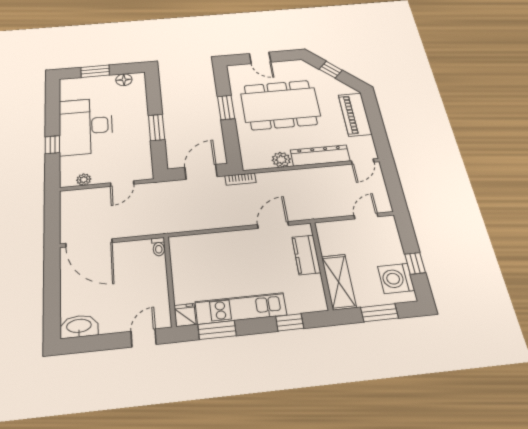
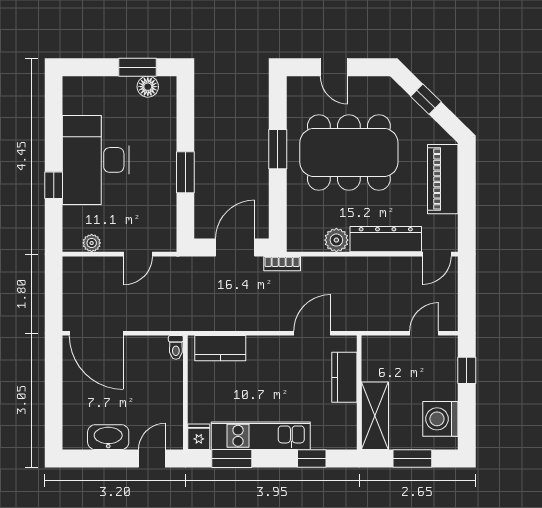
window: (95, 71) -> (138, 67), moved
kitchen counter: (197, 244) -> (220, 348), added
window: (415, 263) -> (467, 370), moved
washbasin: (79, 326) -> (108, 437), moved

